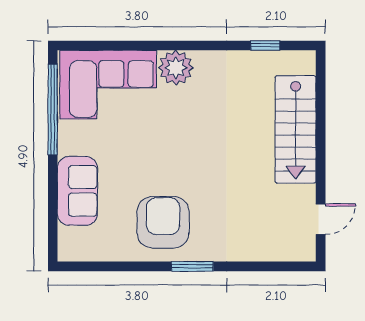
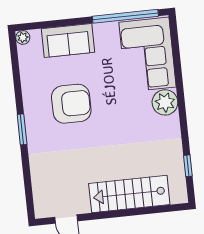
armchair: (163, 222) -> (71, 104), moved
plant: (67, 252) -> (23, 37), added

